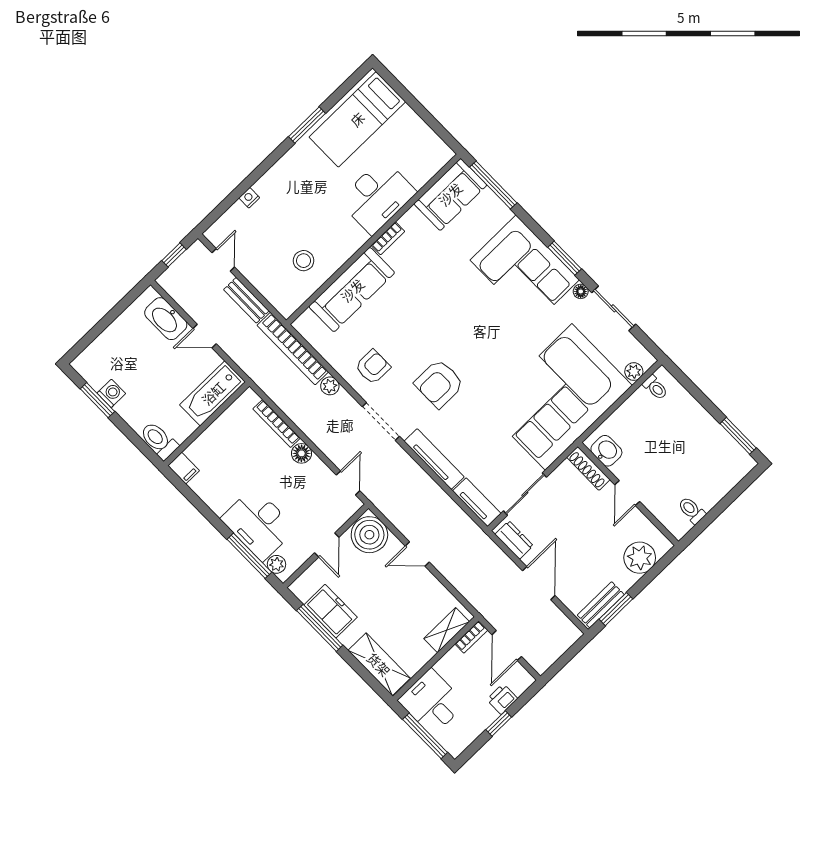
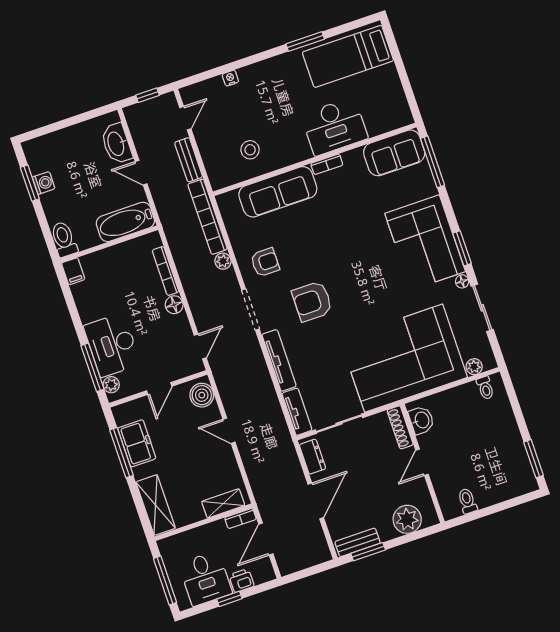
boiler: (369, 535) -> (202, 395), width x0.73, depth x0.73
desk: (432, 702) -> (205, 578), moved, turned 180

